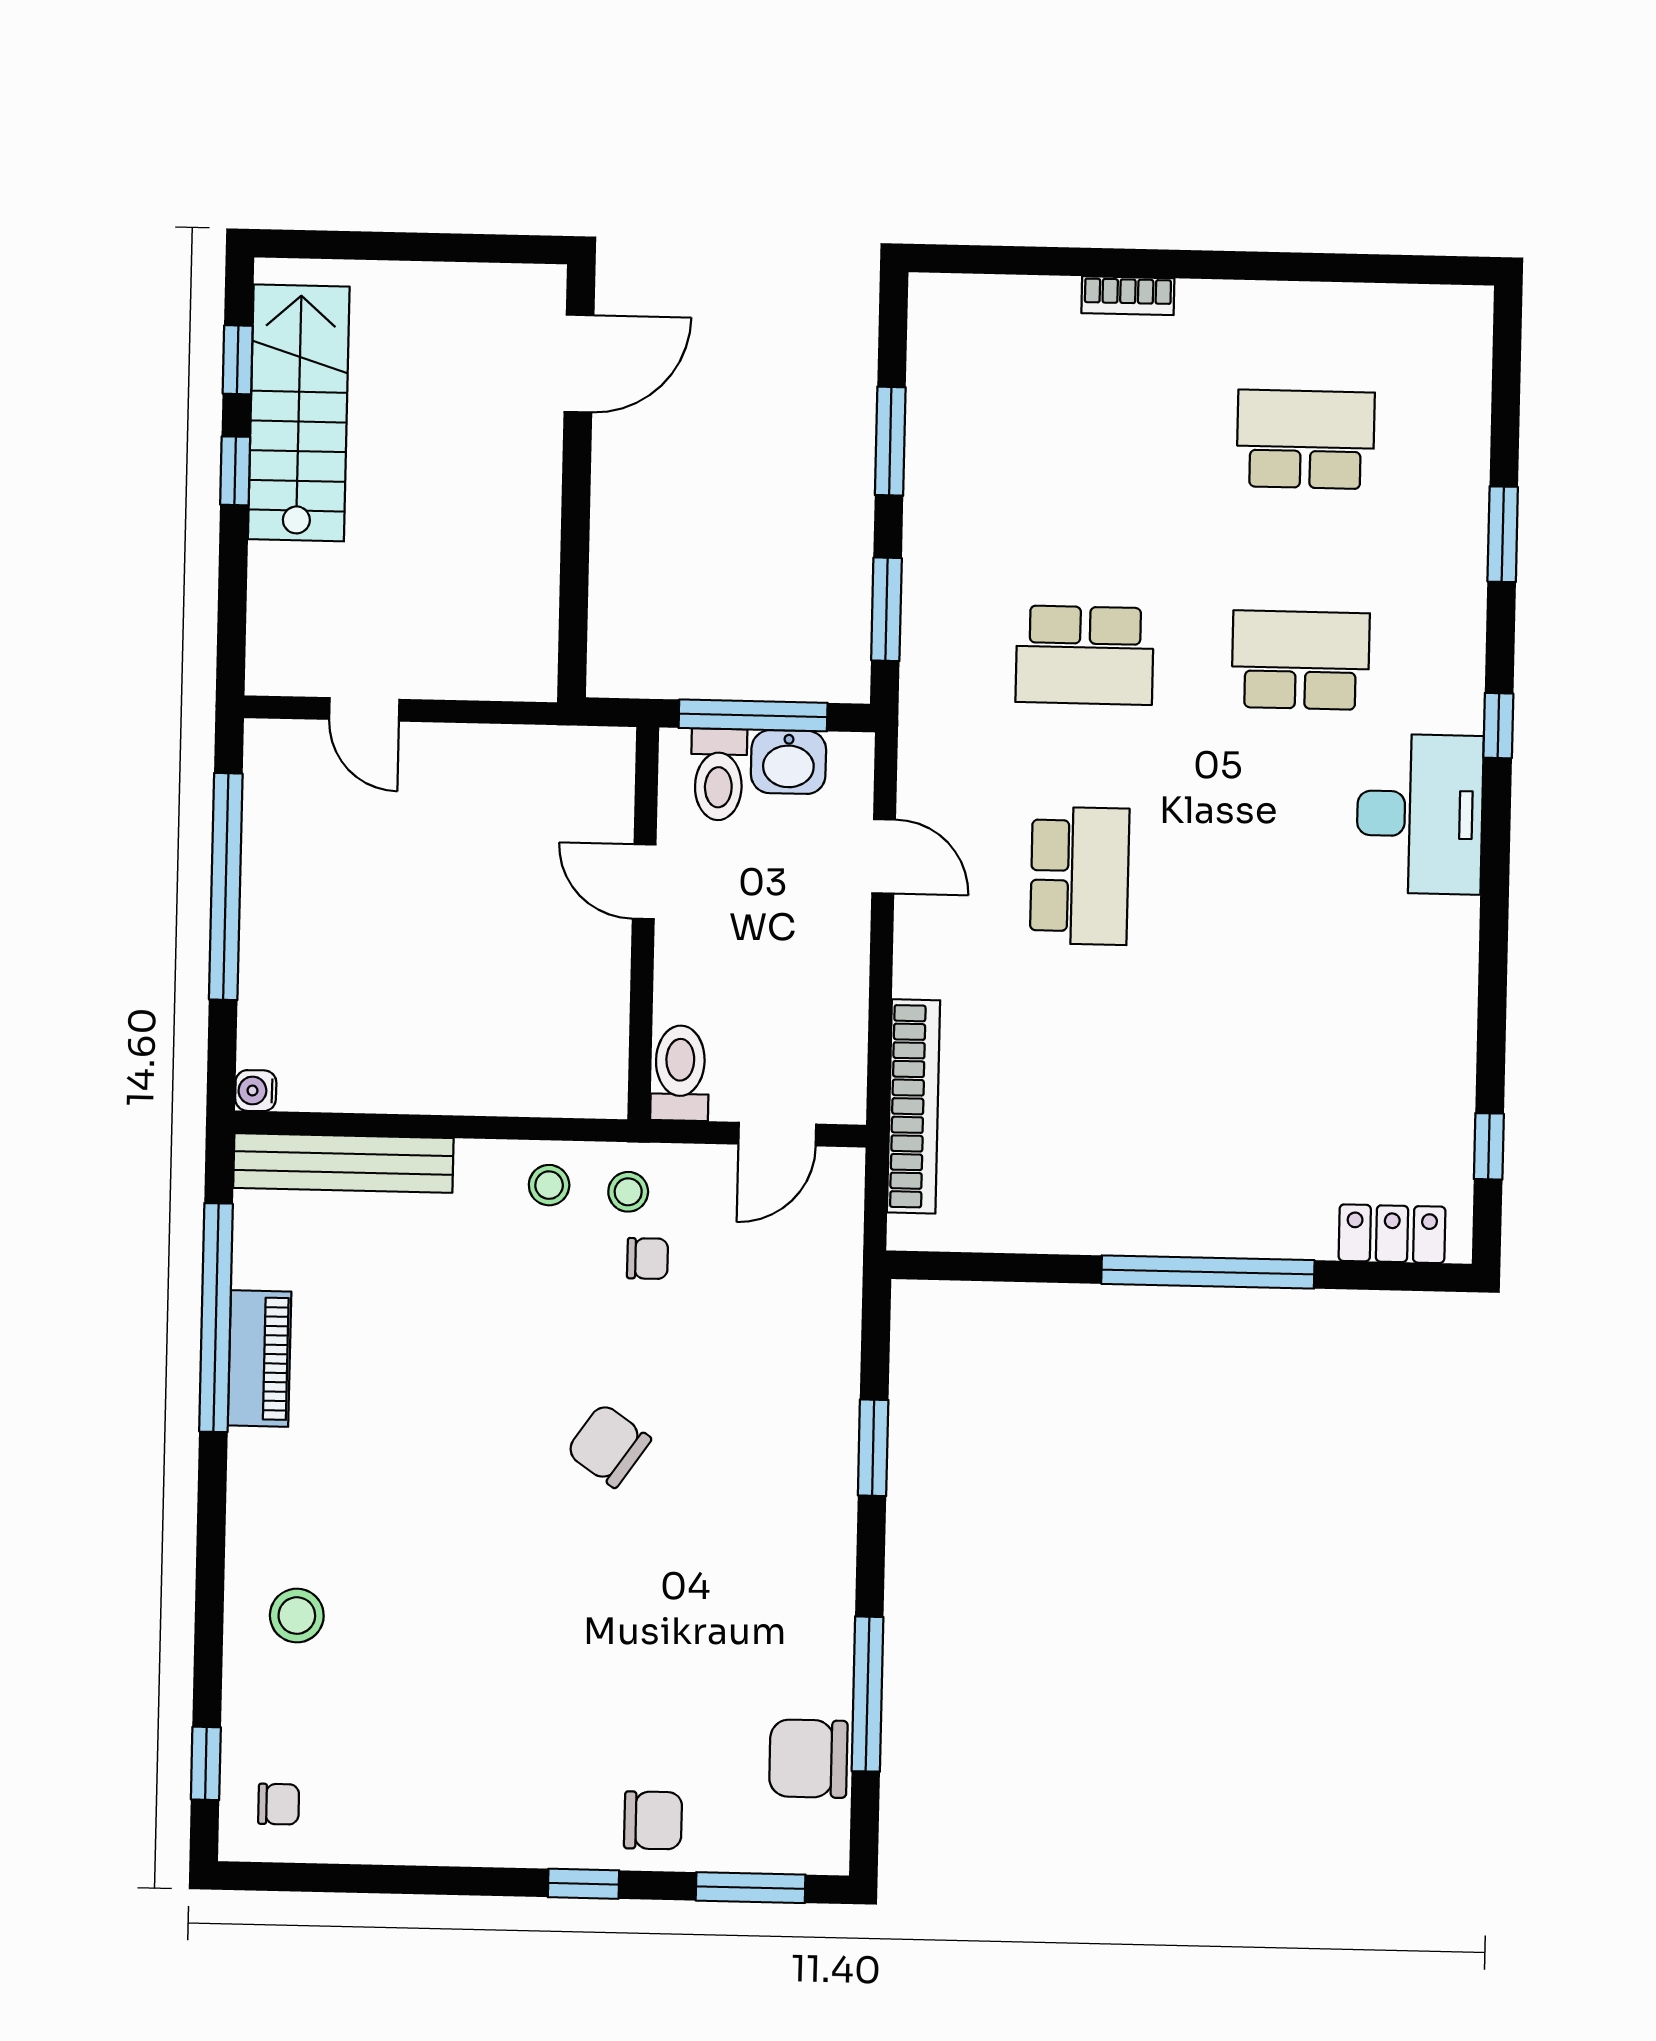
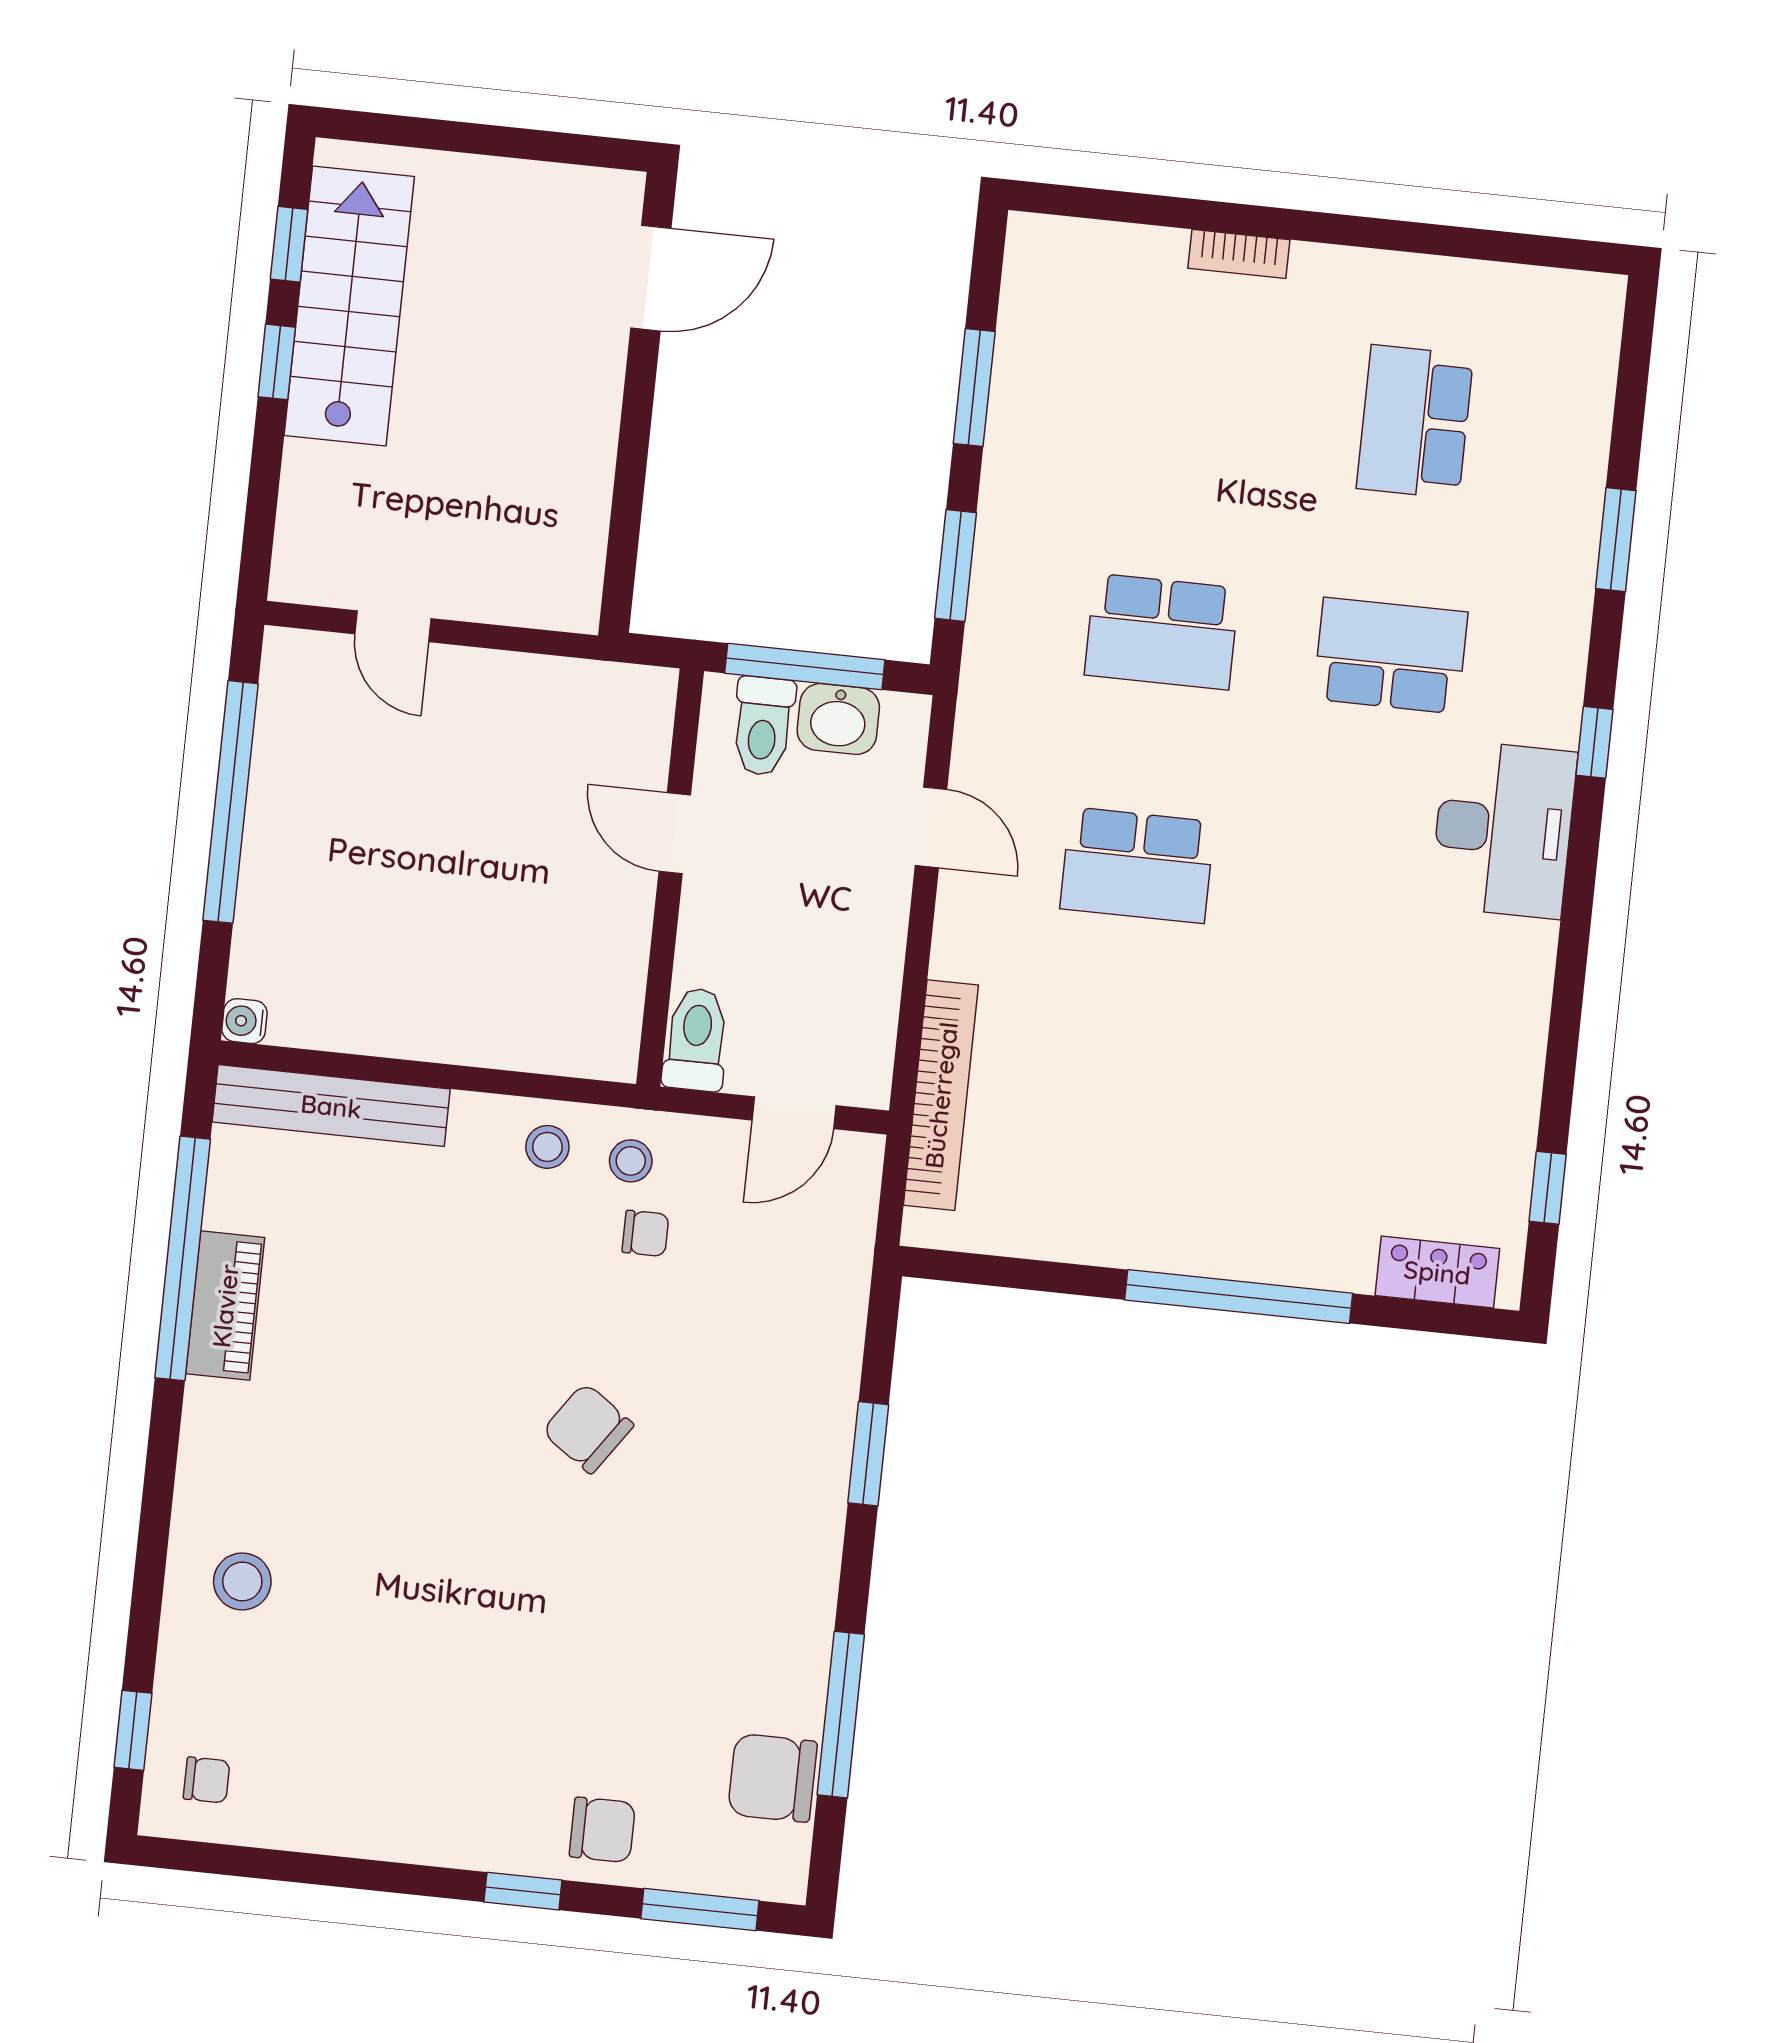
school desk: (1306, 439) -> (1415, 422), turned -90
school desk: (1080, 876) -> (1137, 865), turned 90

